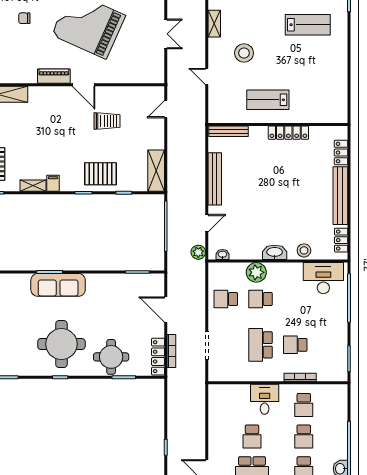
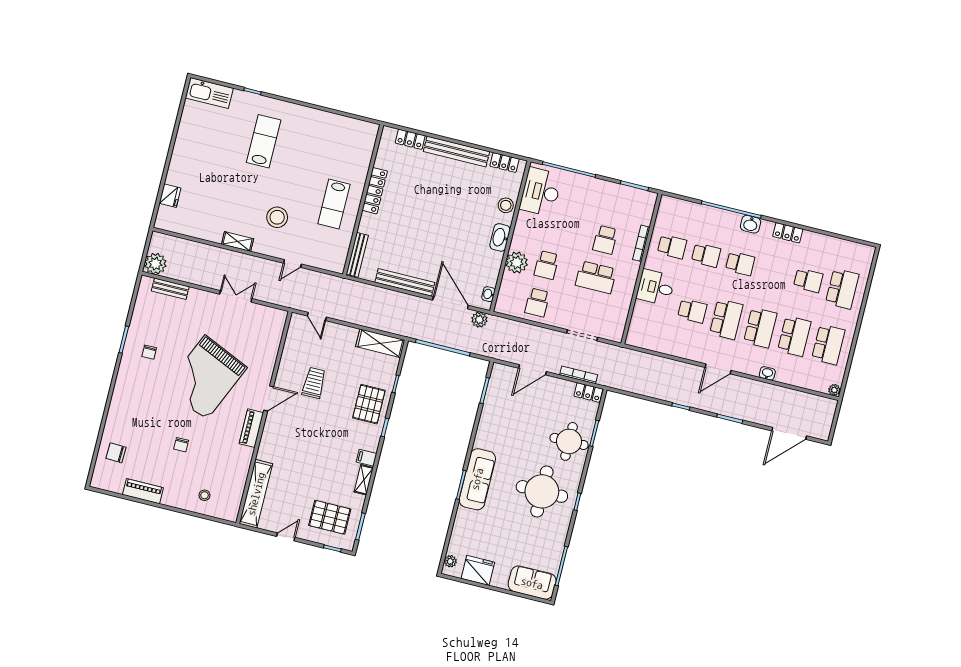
door: (207, 223) -> (450, 303), width x1.88
locker: (158, 357) -> (588, 393), width x0.66

